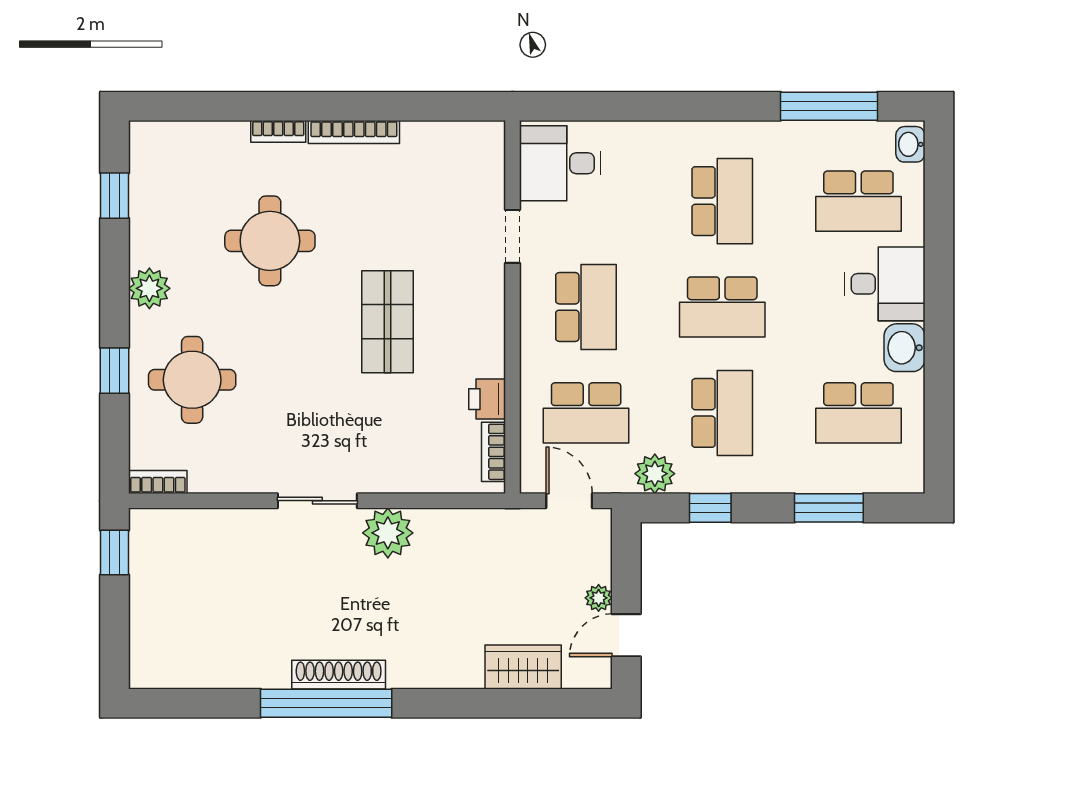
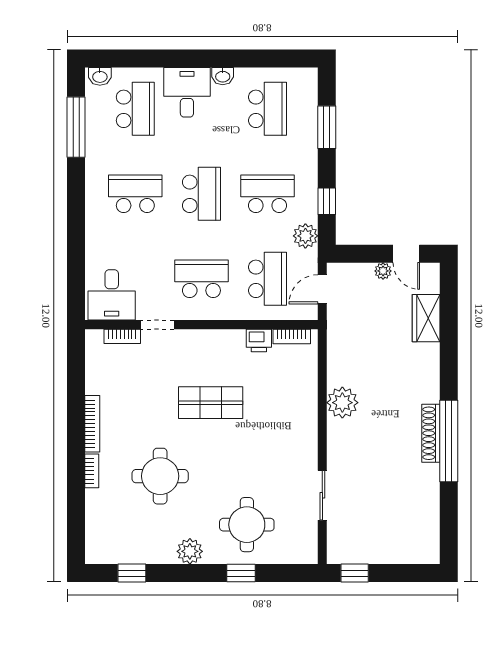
washbasin: (904, 348) -> (223, 76), width x0.72, depth x0.69
bookcase: (158, 482) -> (122, 336), moved, turned -90
sliding door: (317, 501) -> (322, 495), moved

